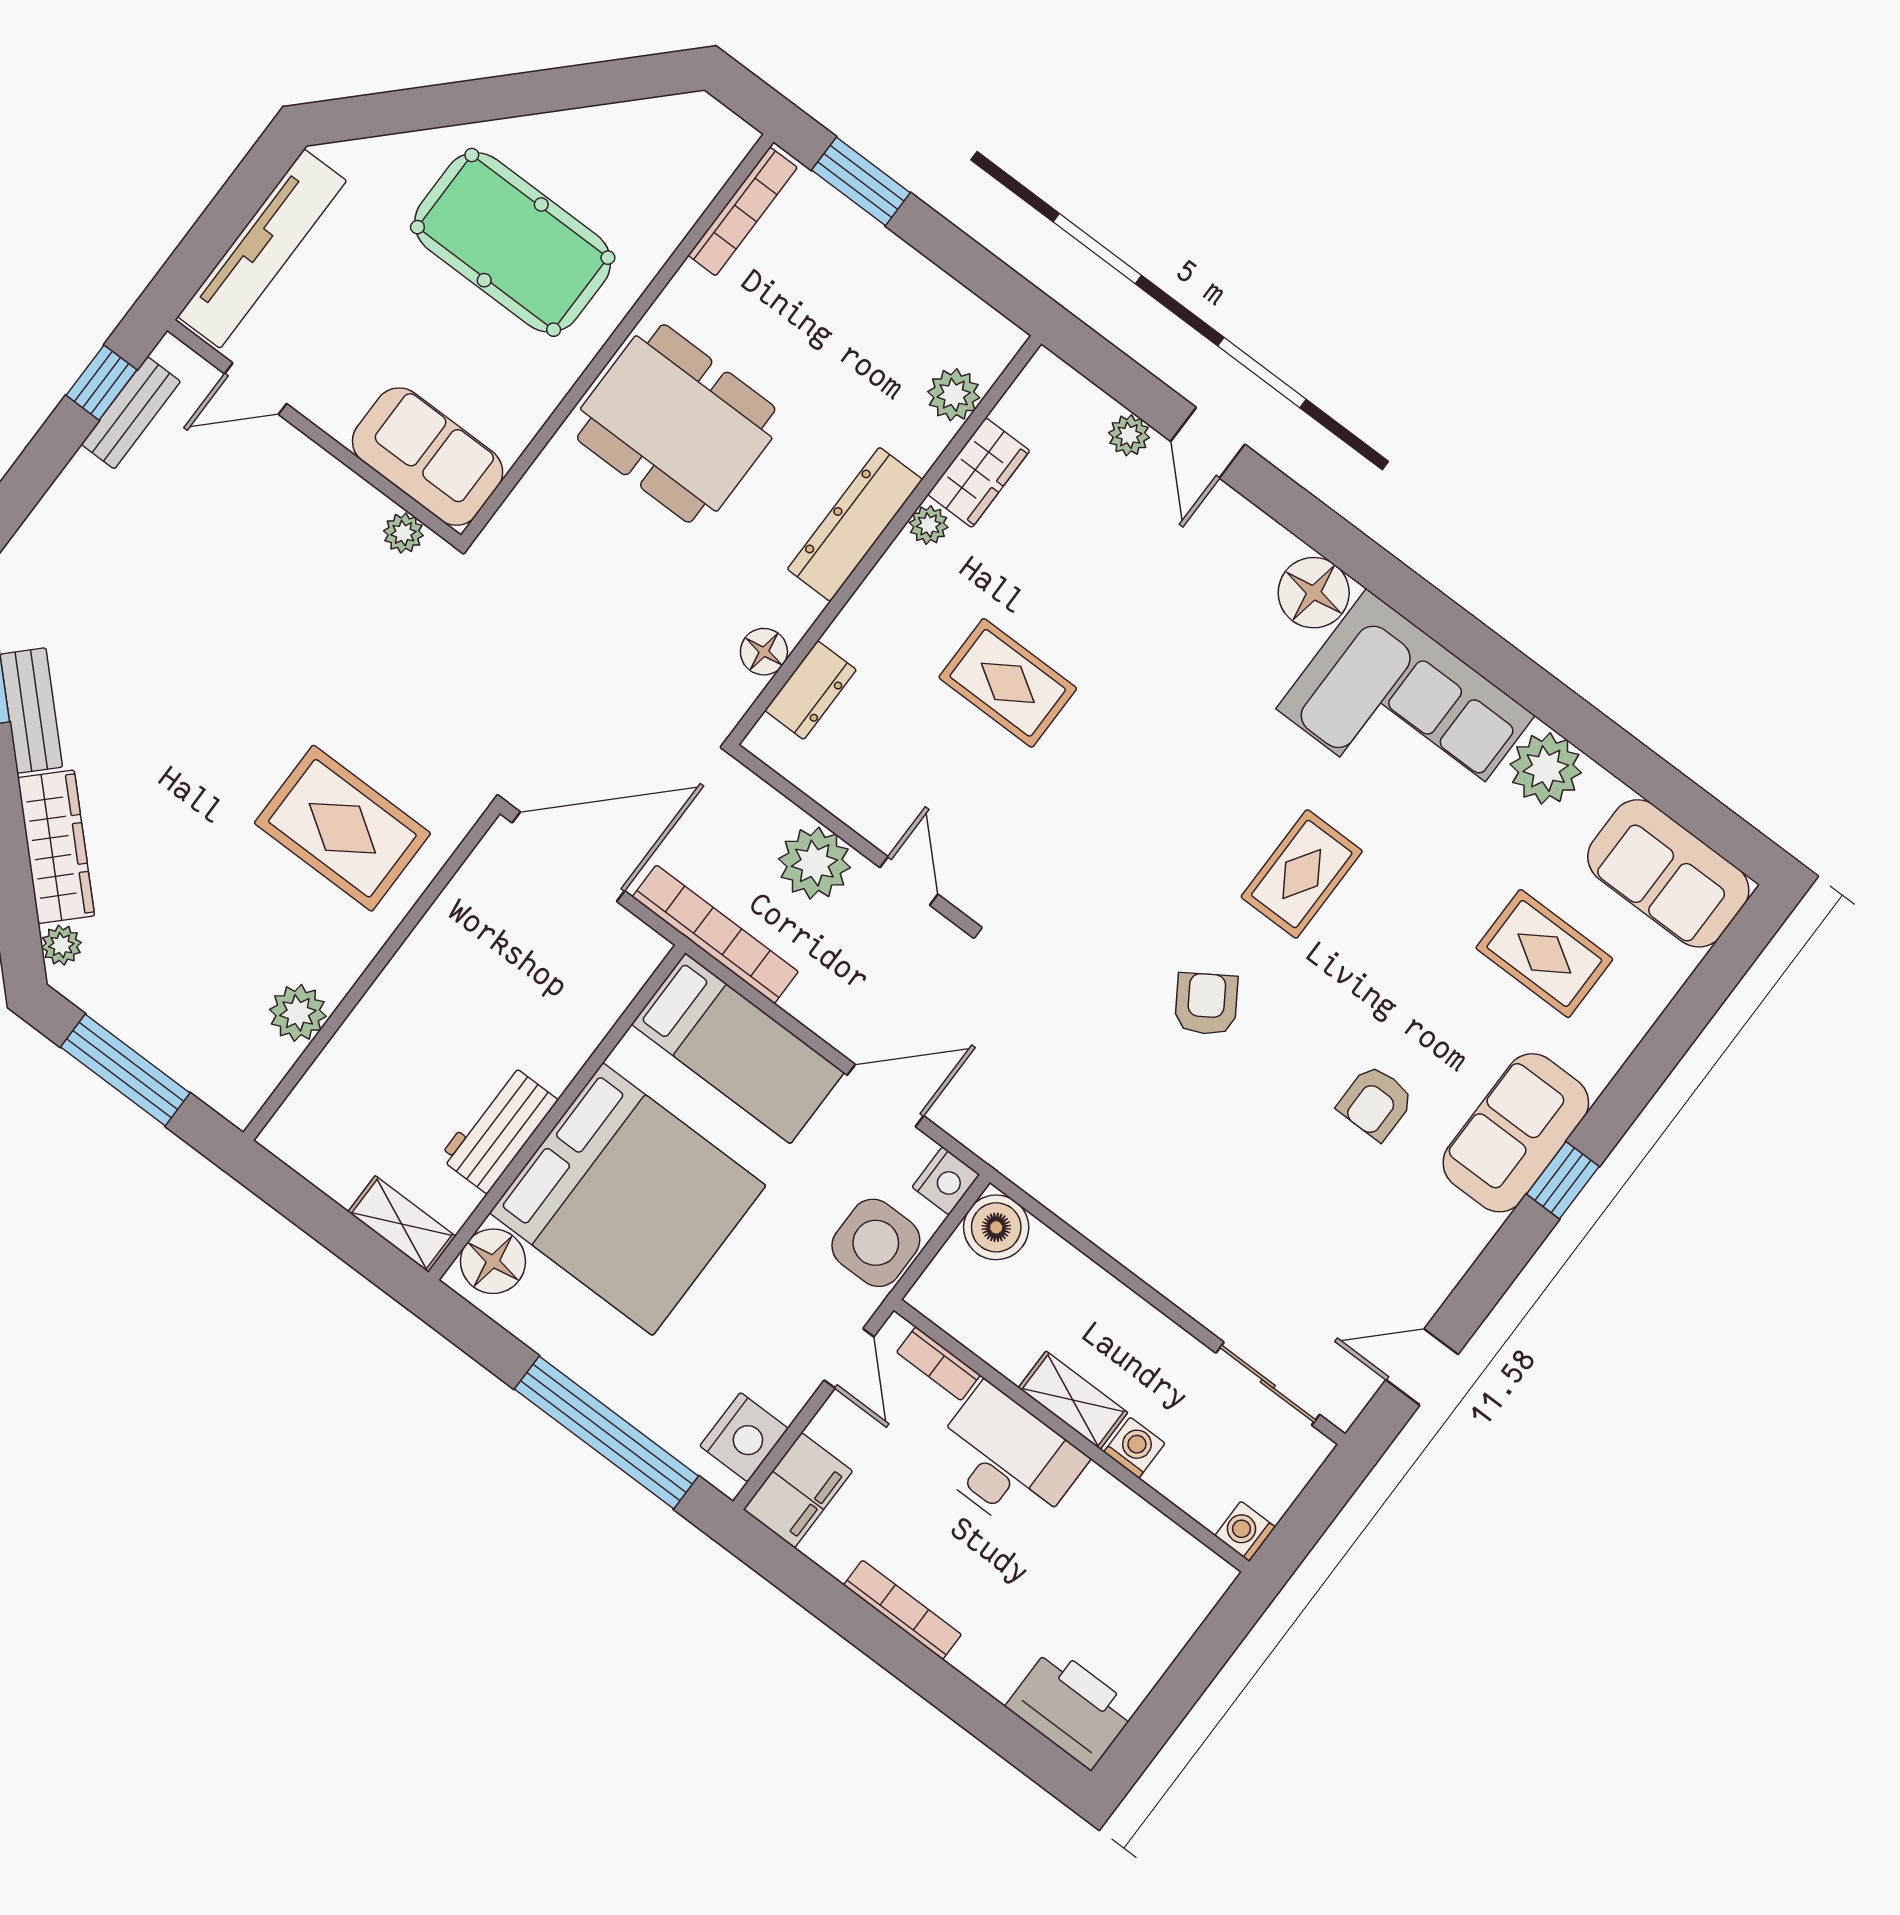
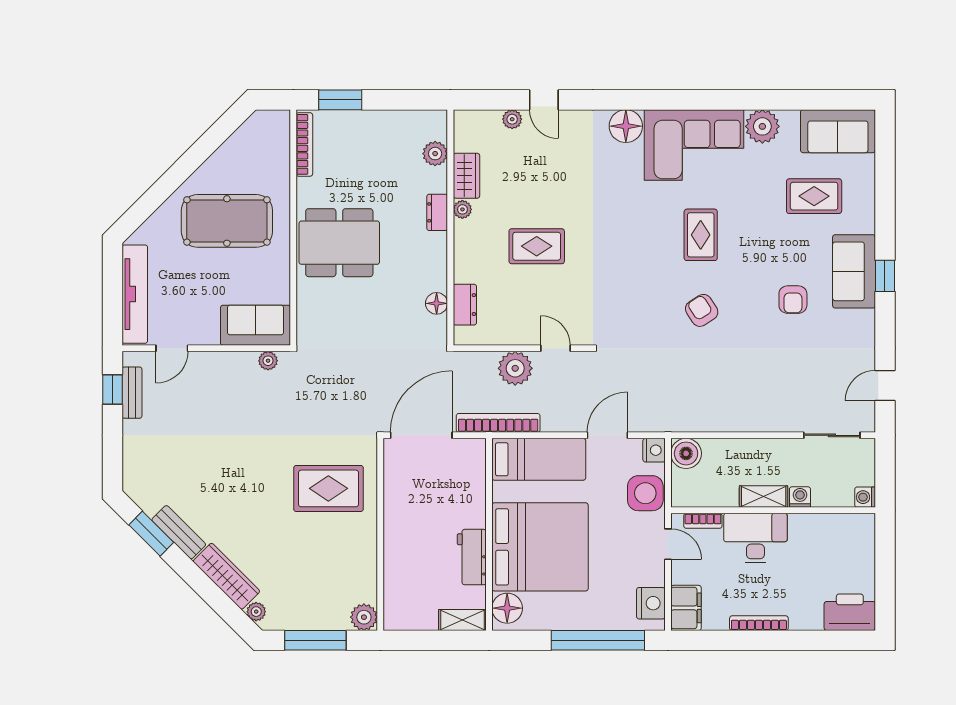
dresser: (855, 524) -> (437, 212), width x0.51, depth x0.80
plant: (298, 1013) -> (364, 617), moved

